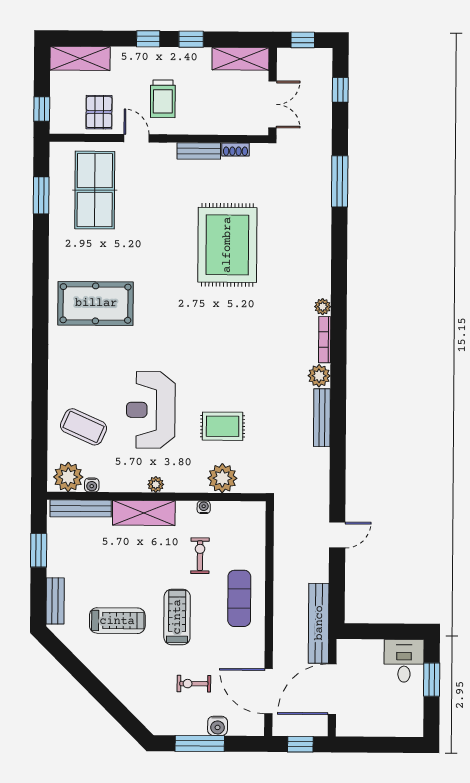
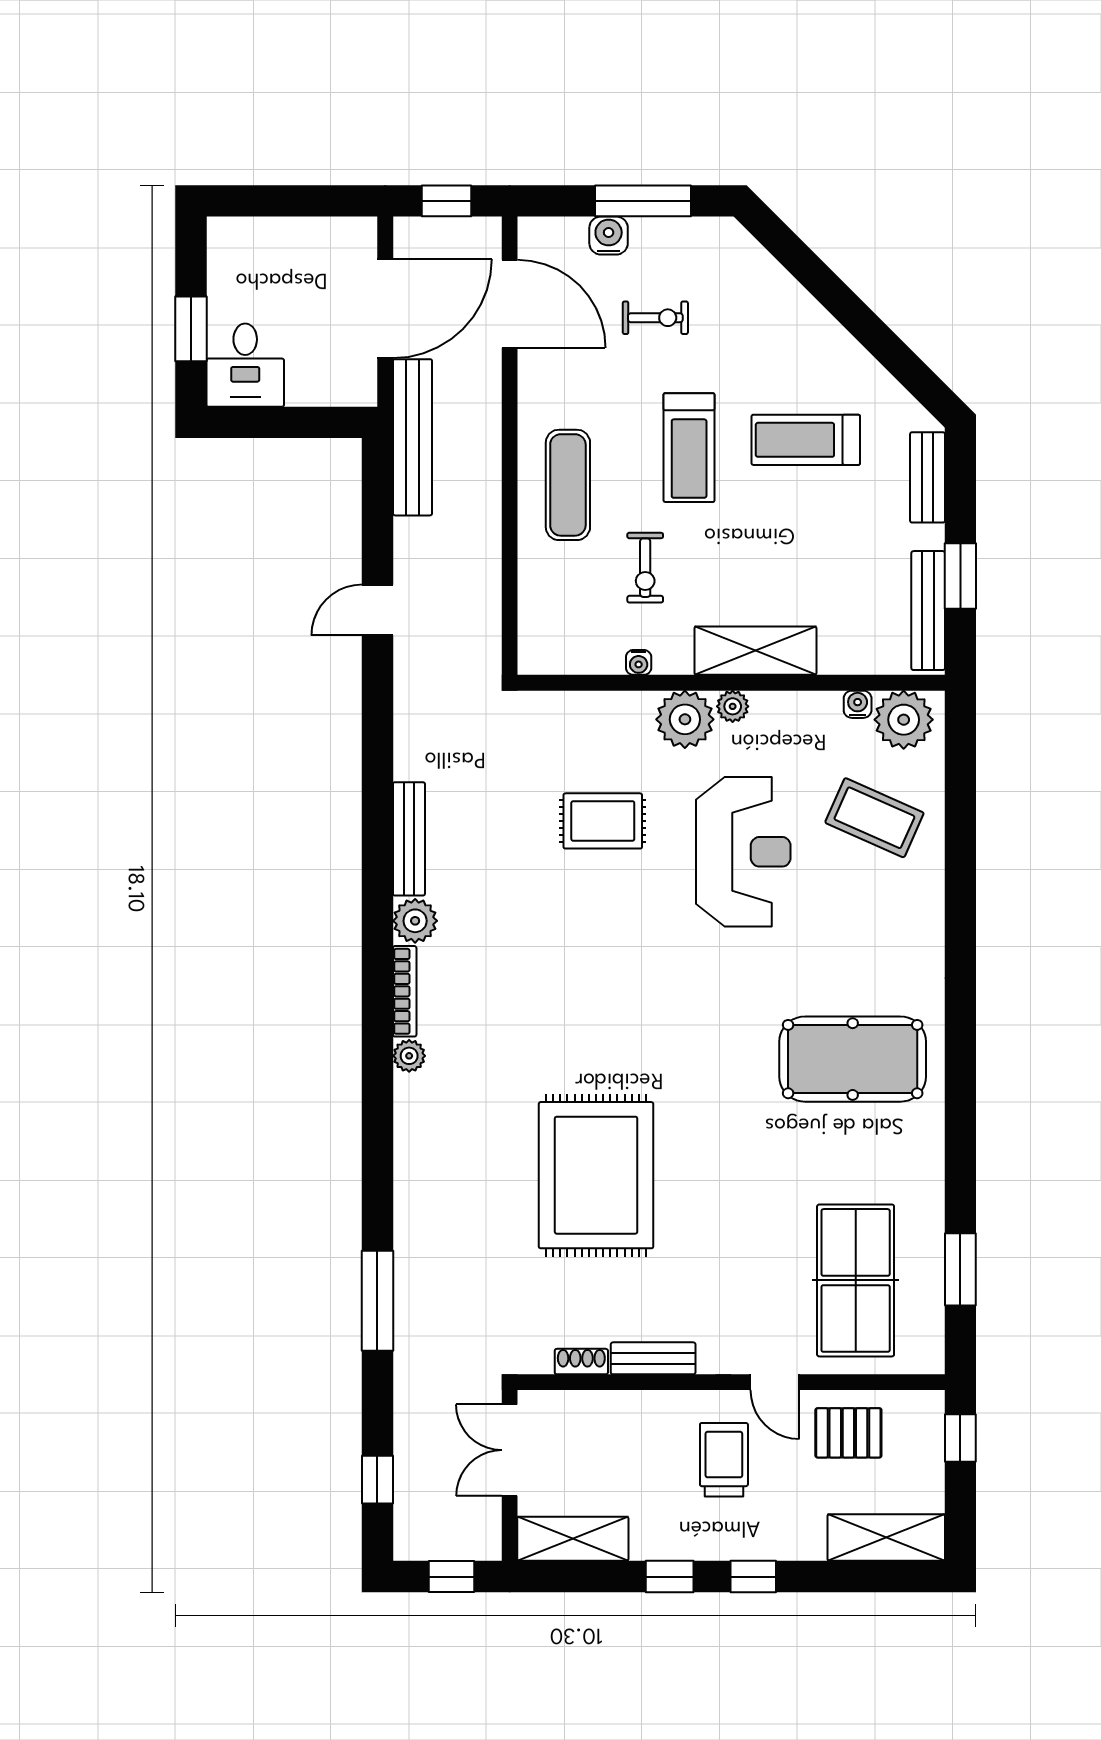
pallet: (99, 112) -> (848, 1433), turned 90
plant: (222, 478) -> (685, 719), moved
bench: (81, 508) -> (928, 611), moved, turned 90

